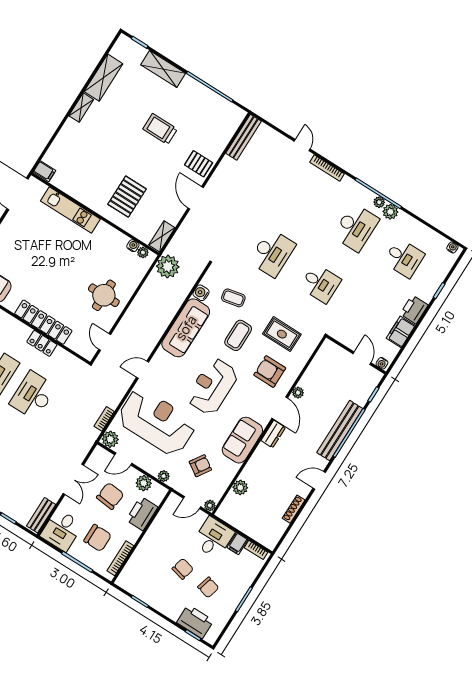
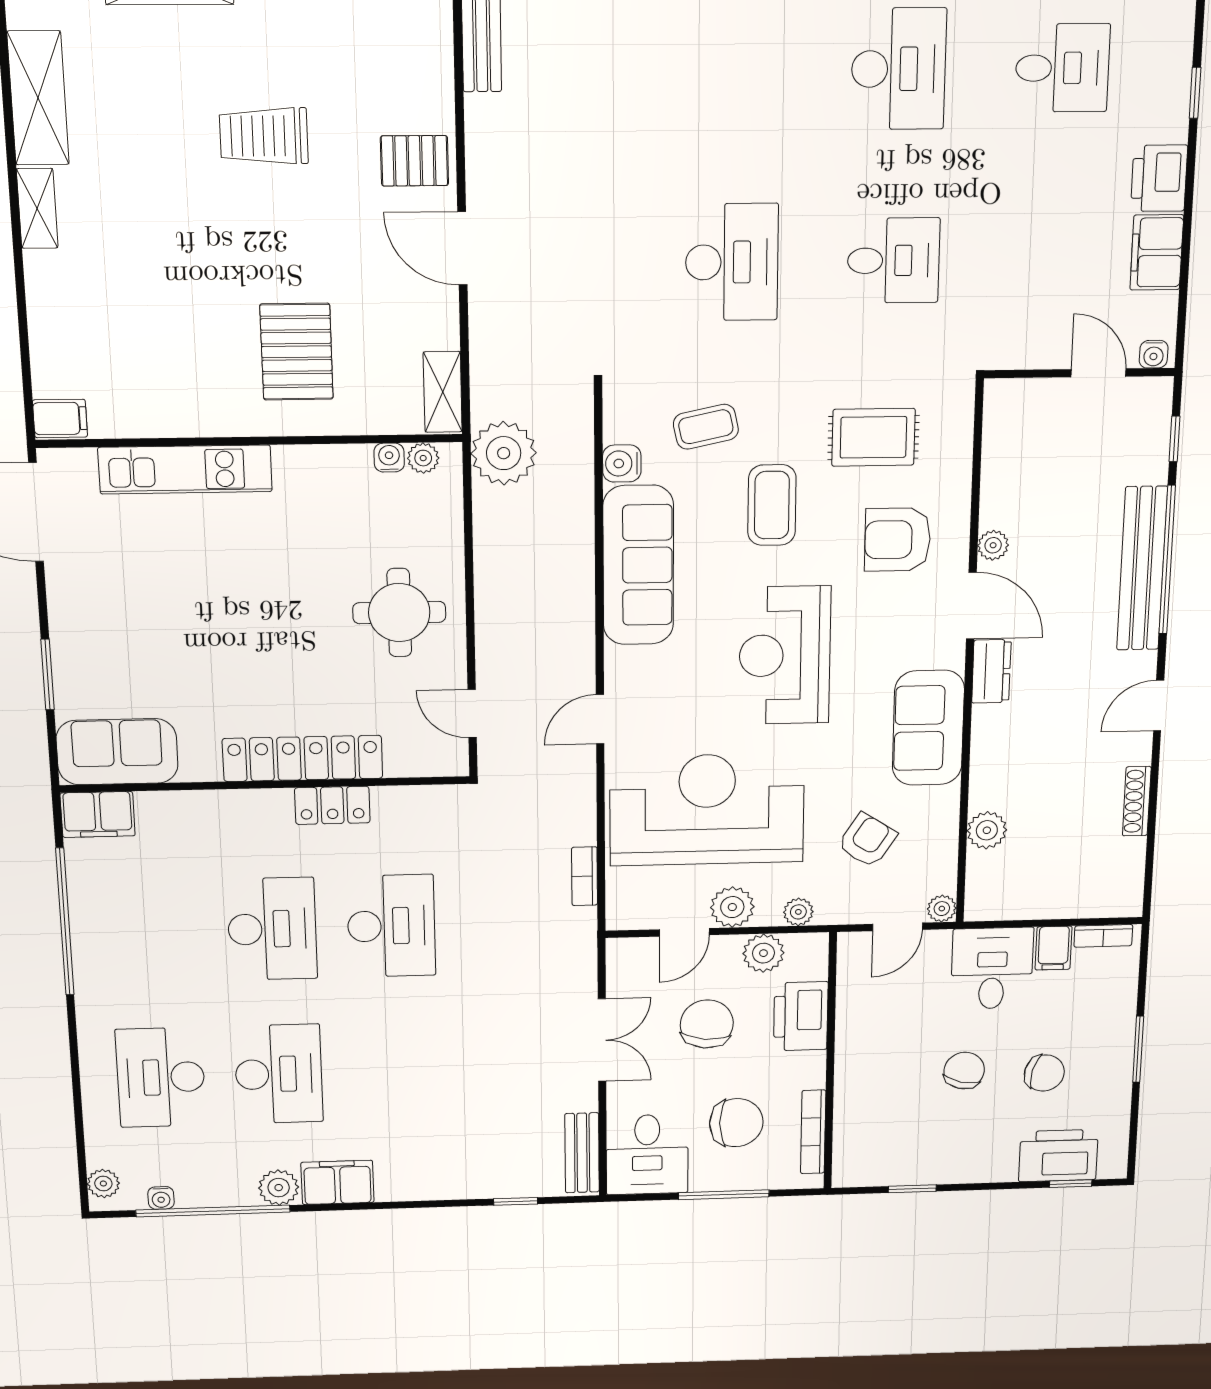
desk: (33, 395) -> (391, 926), turned 180
plant: (110, 439) -> (732, 907), moved

